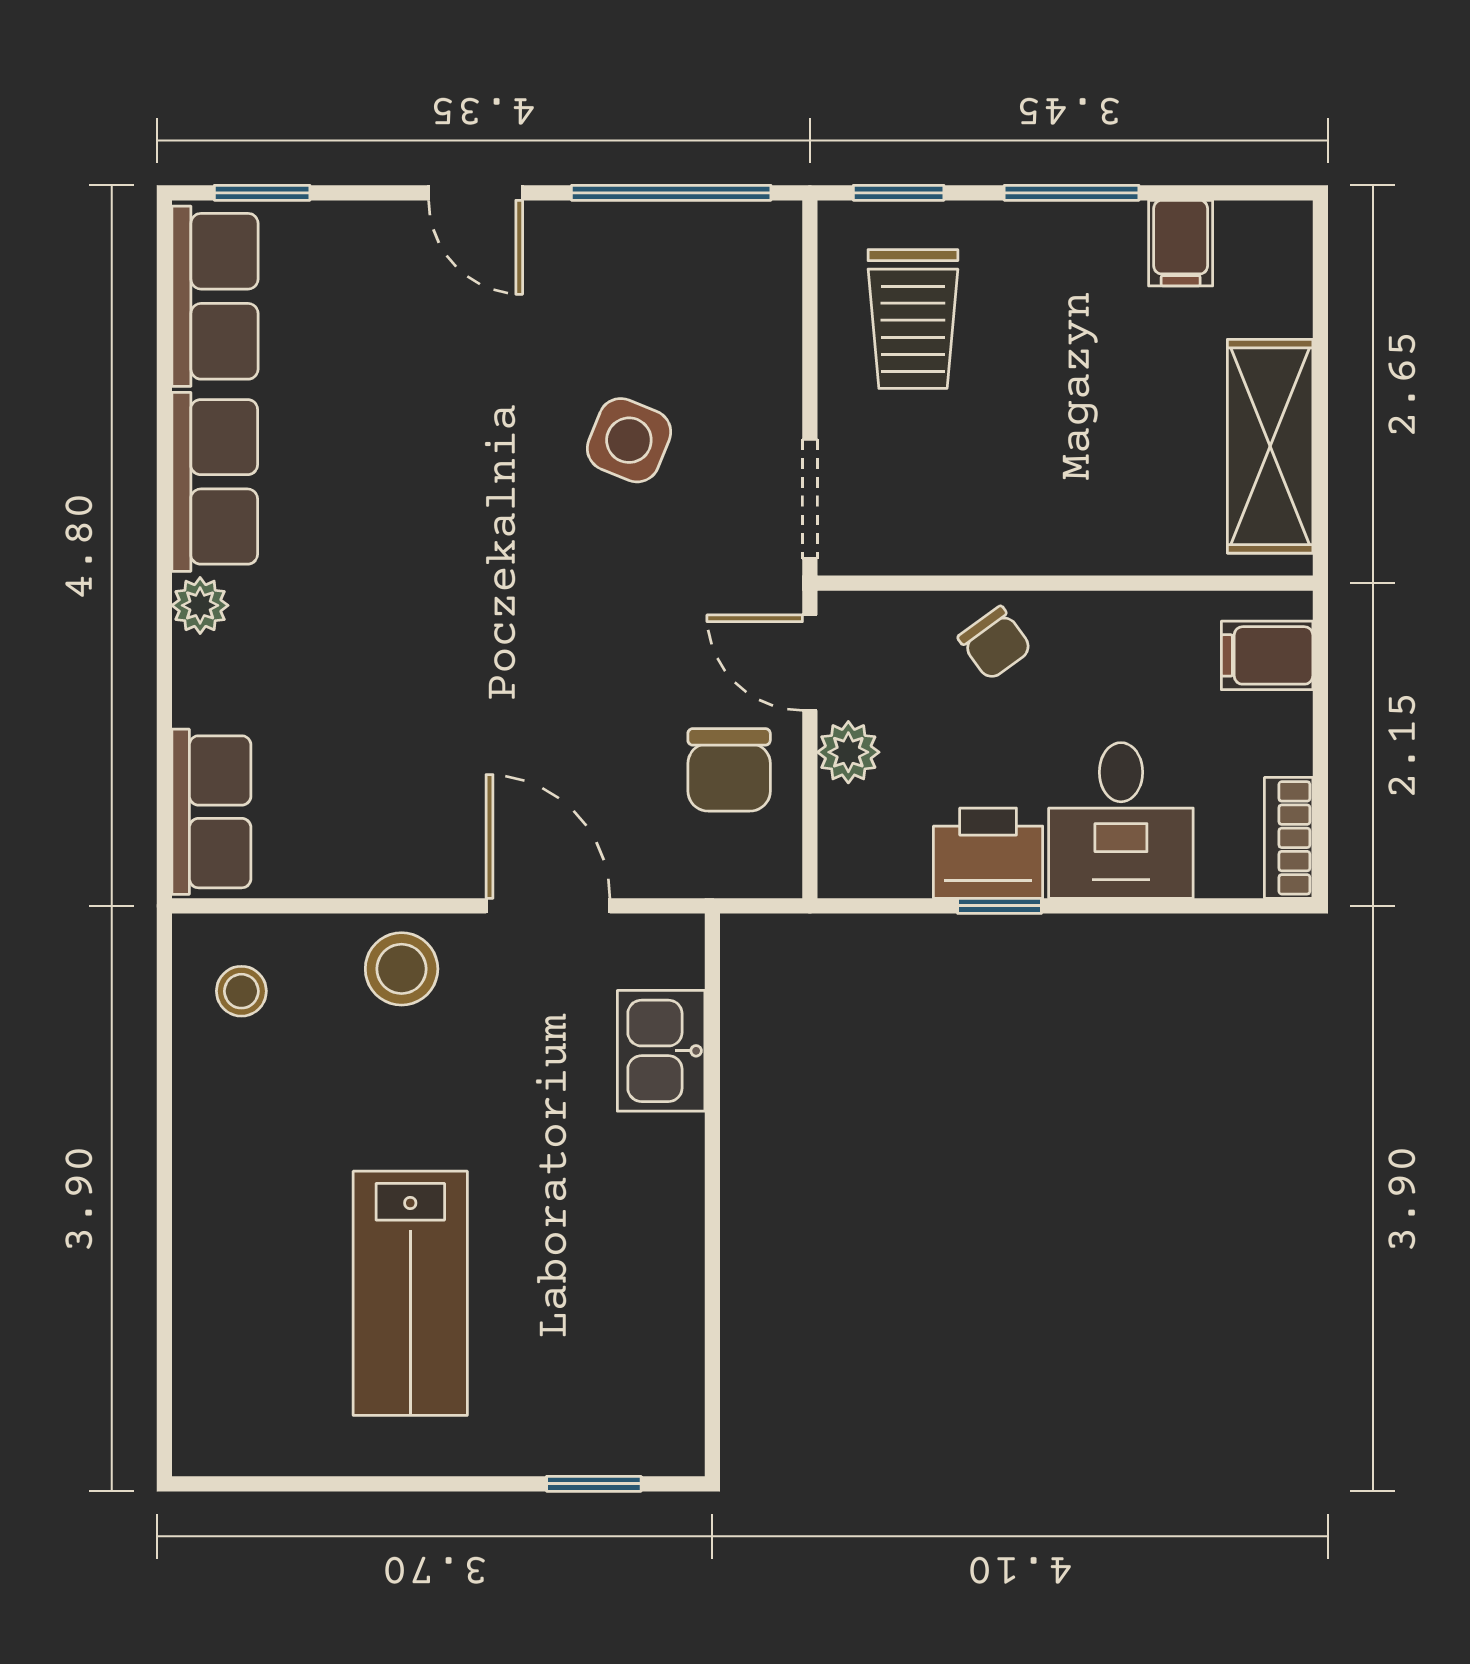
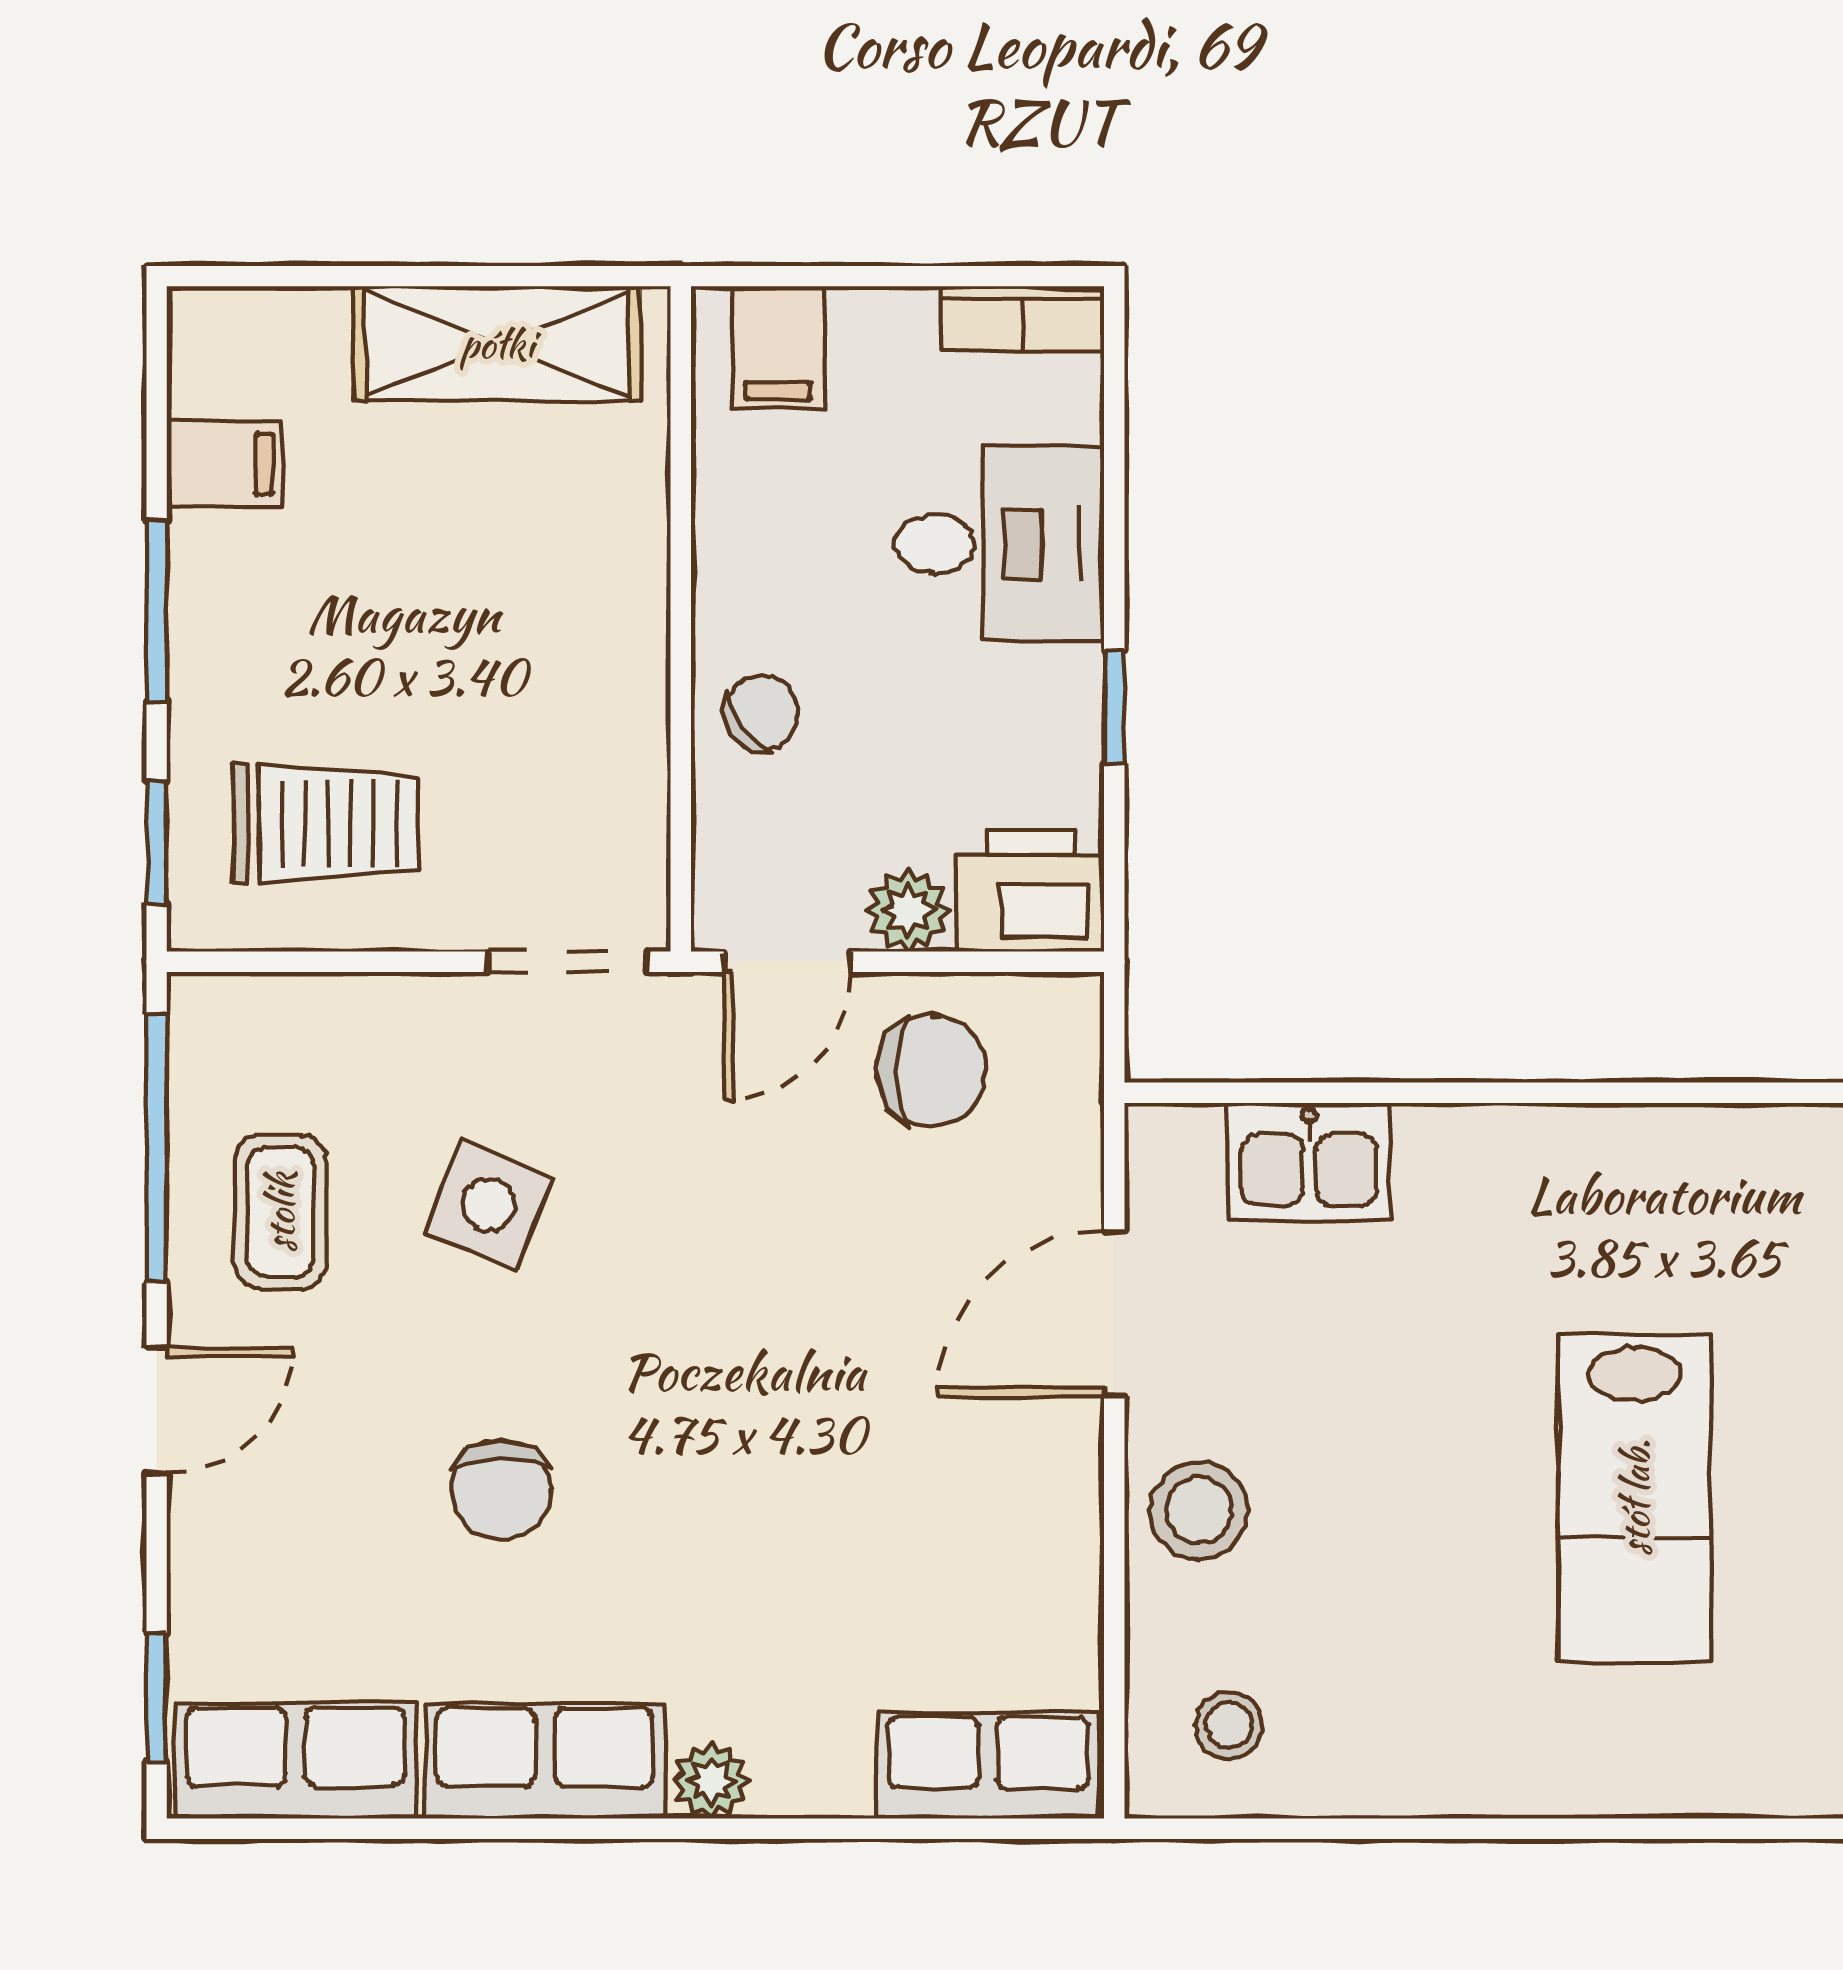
coffee table: (624, 285) -> (280, 1212), added
chair: (417, 449) -> (501, 1490), added
printer: (988, 853) -> (1031, 891), moved, turned 90
lab bench: (410, 1293) -> (1635, 1498), turned 90

